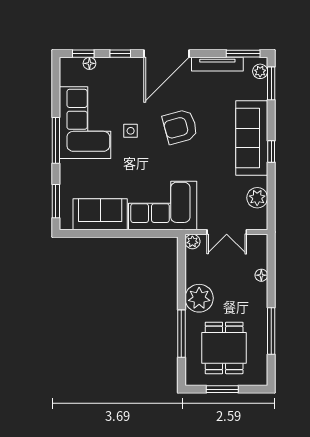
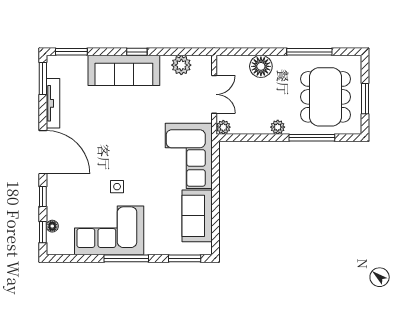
plant: (260, 71) -> (60, 62), removed
armchair: (180, 127) -> (113, 139), removed
floor lamp: (261, 275) -> (261, 66), width x1.89, depth x1.89
plant: (199, 298) -> (278, 127), width x0.53, depth x0.53
dining table: (224, 348) -> (325, 97), width x1.38

